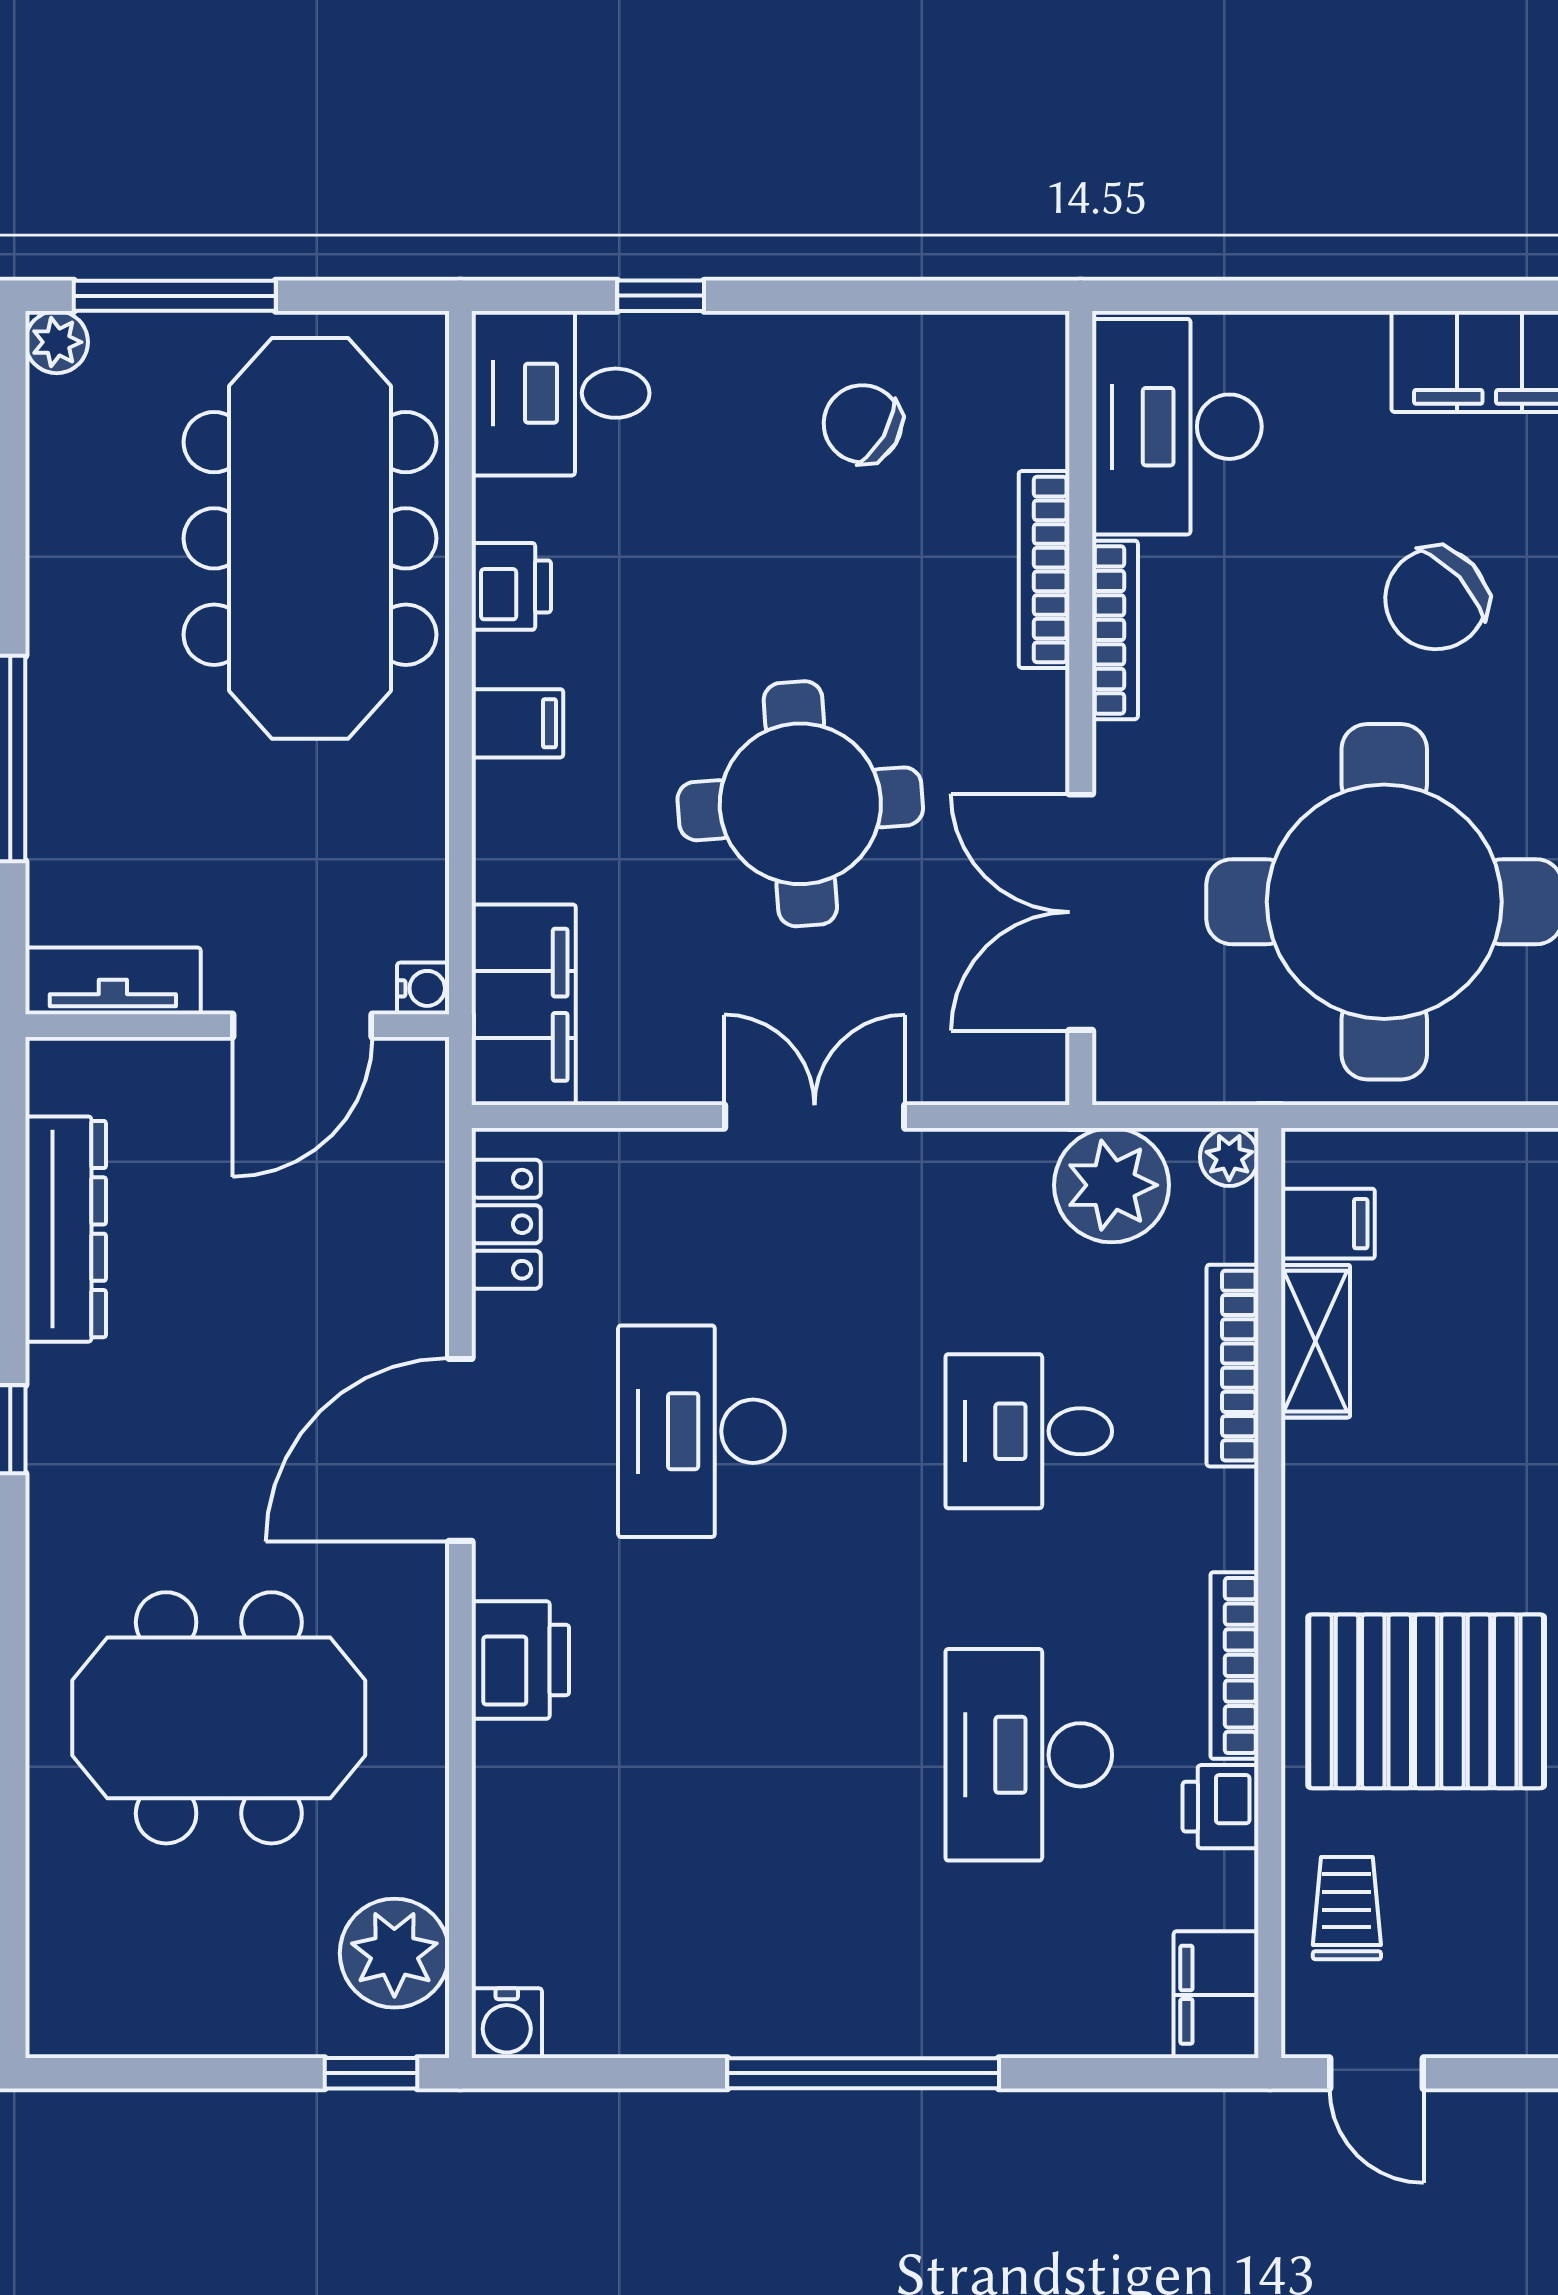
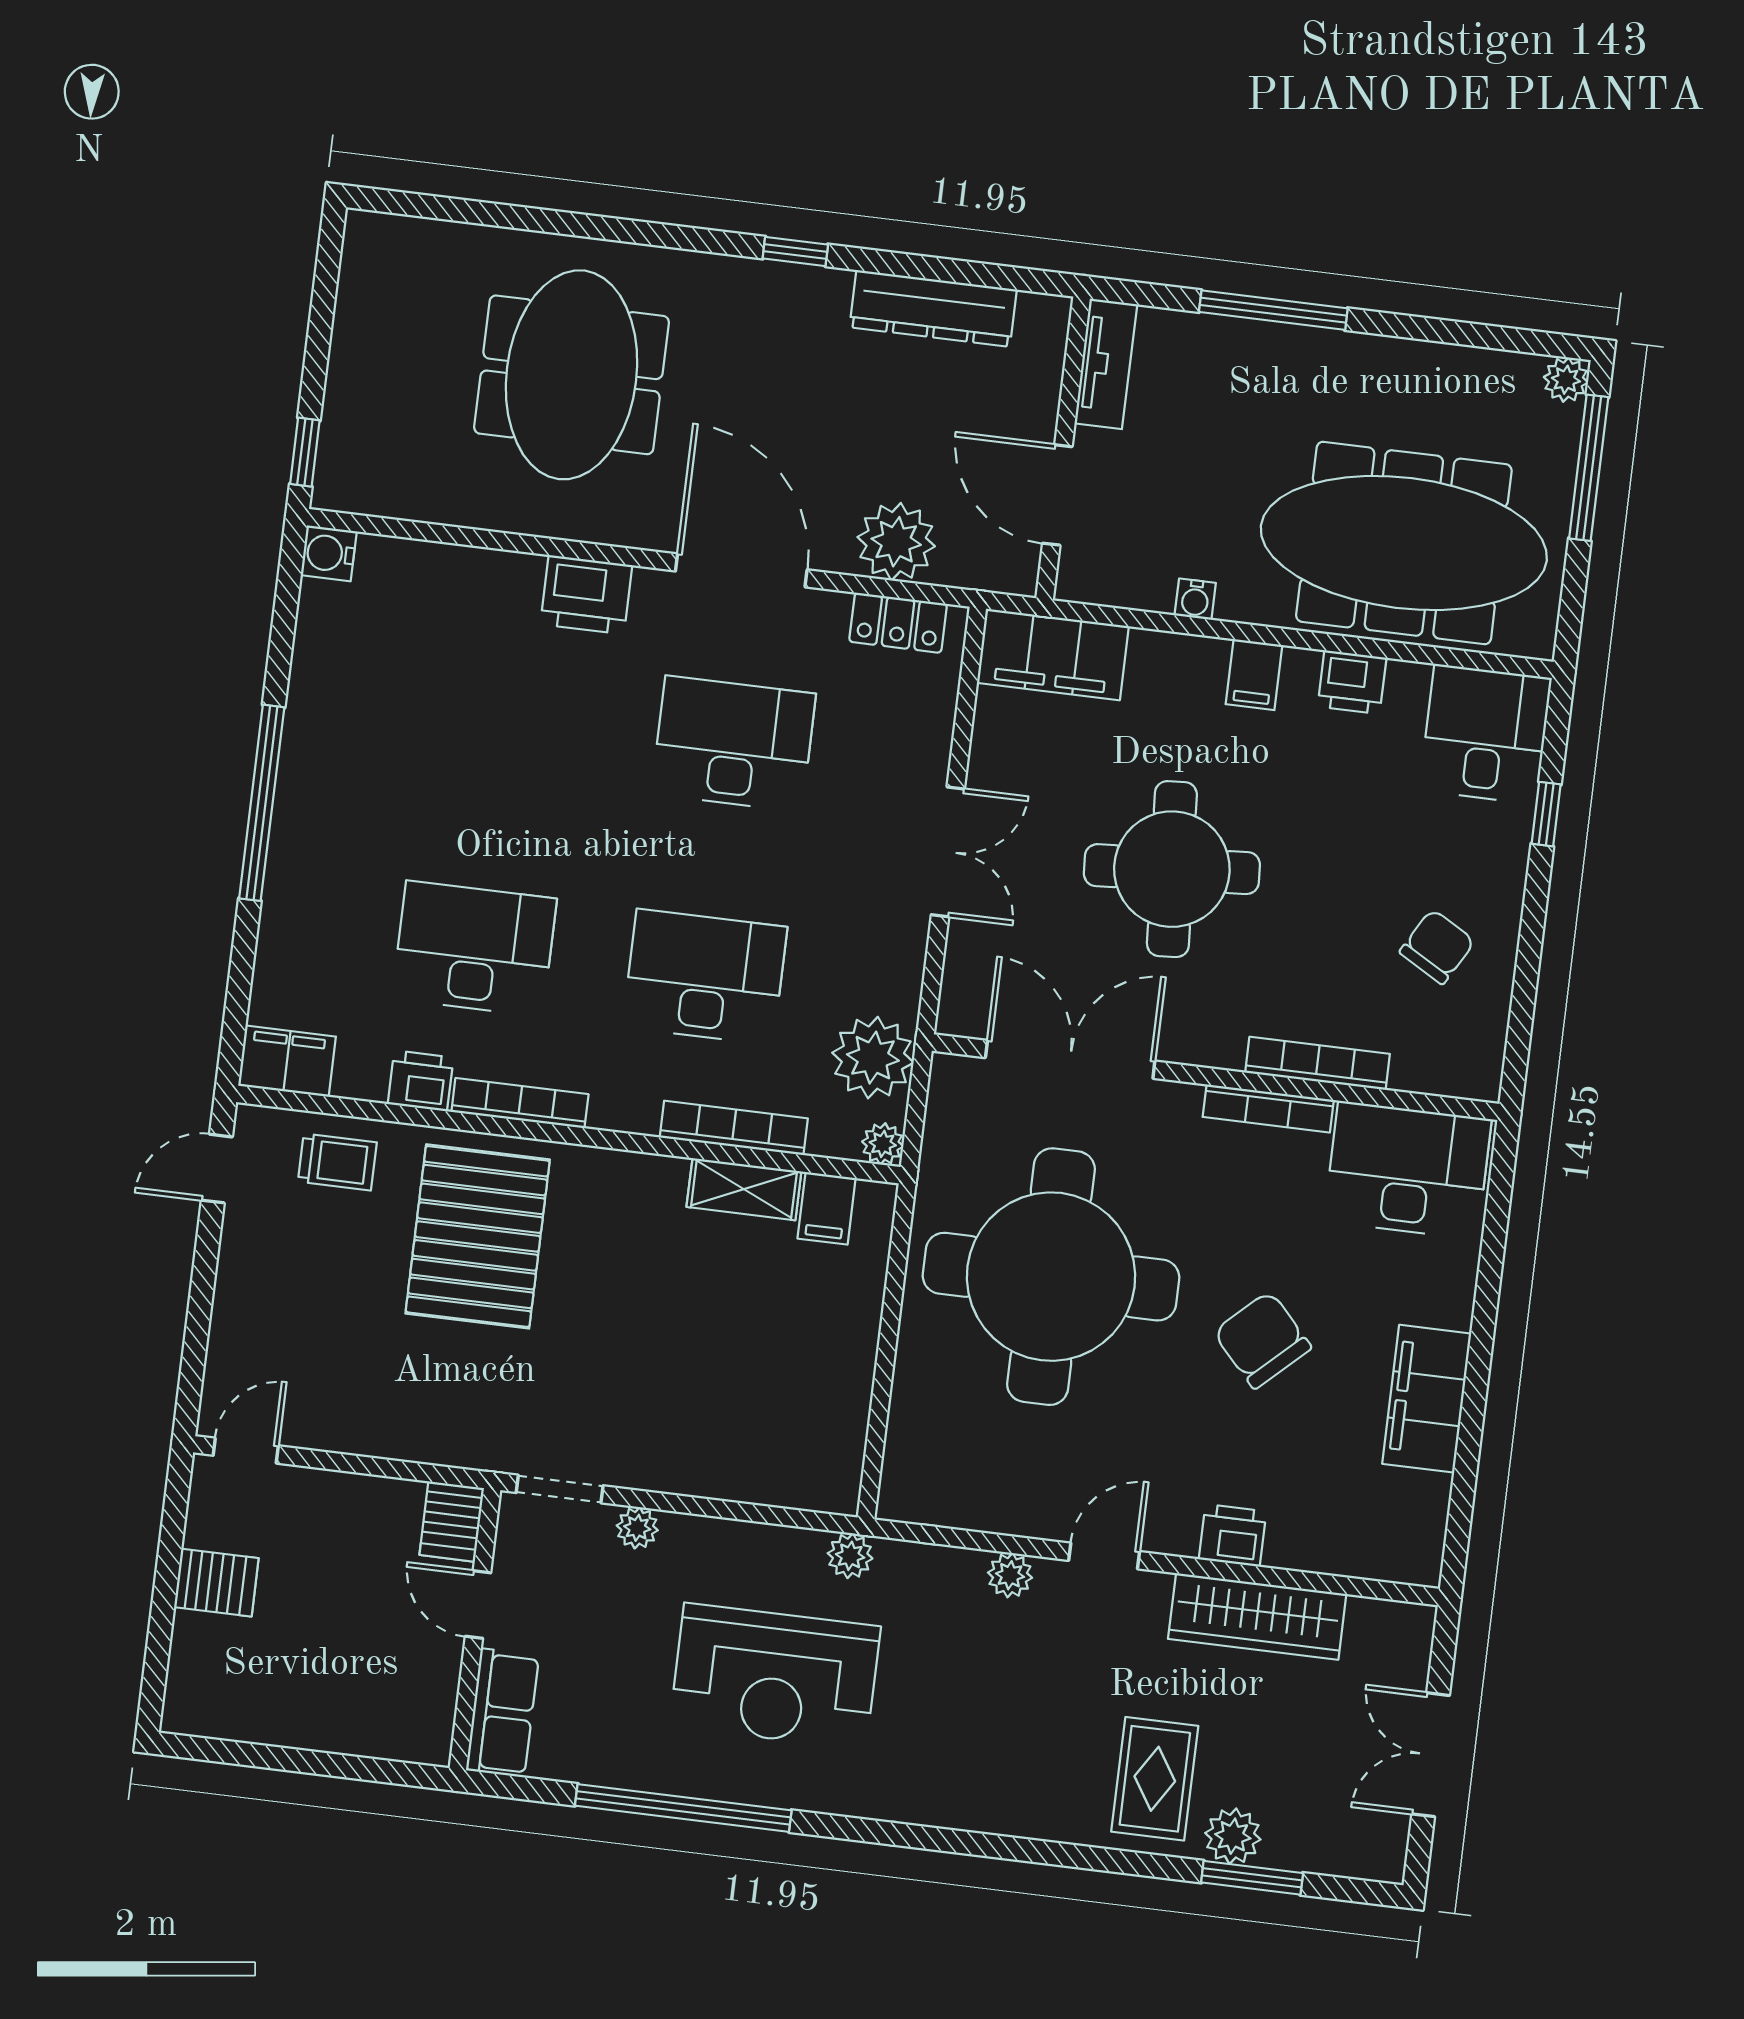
water cooler: (423, 988) -> (1195, 599), moved
desk: (1029, 1431) -> (705, 977), width x1.37
plant: (394, 1953) -> (896, 542), moved

